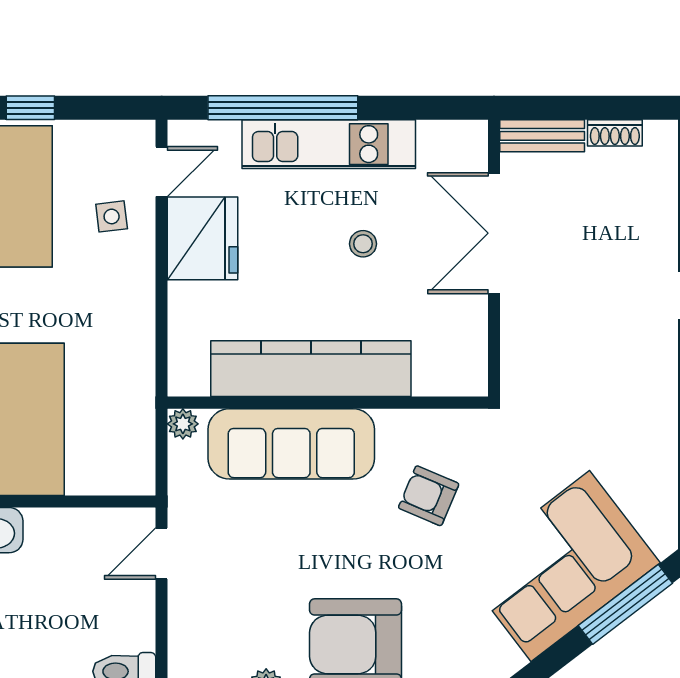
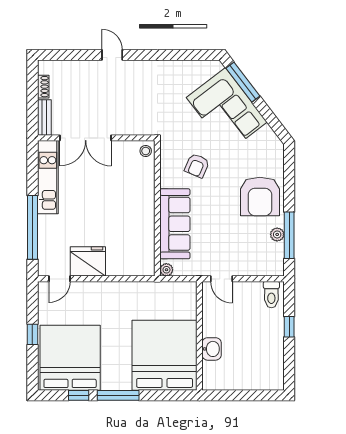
kitchen unit: (329, 144) -> (48, 177), moved
door: (162, 172) -> (60, 279), swing flipped
side table: (112, 216) -> (79, 300), removed
stool: (363, 244) -> (146, 151), moved
kitchen counter: (311, 369) -> (143, 215), removed

